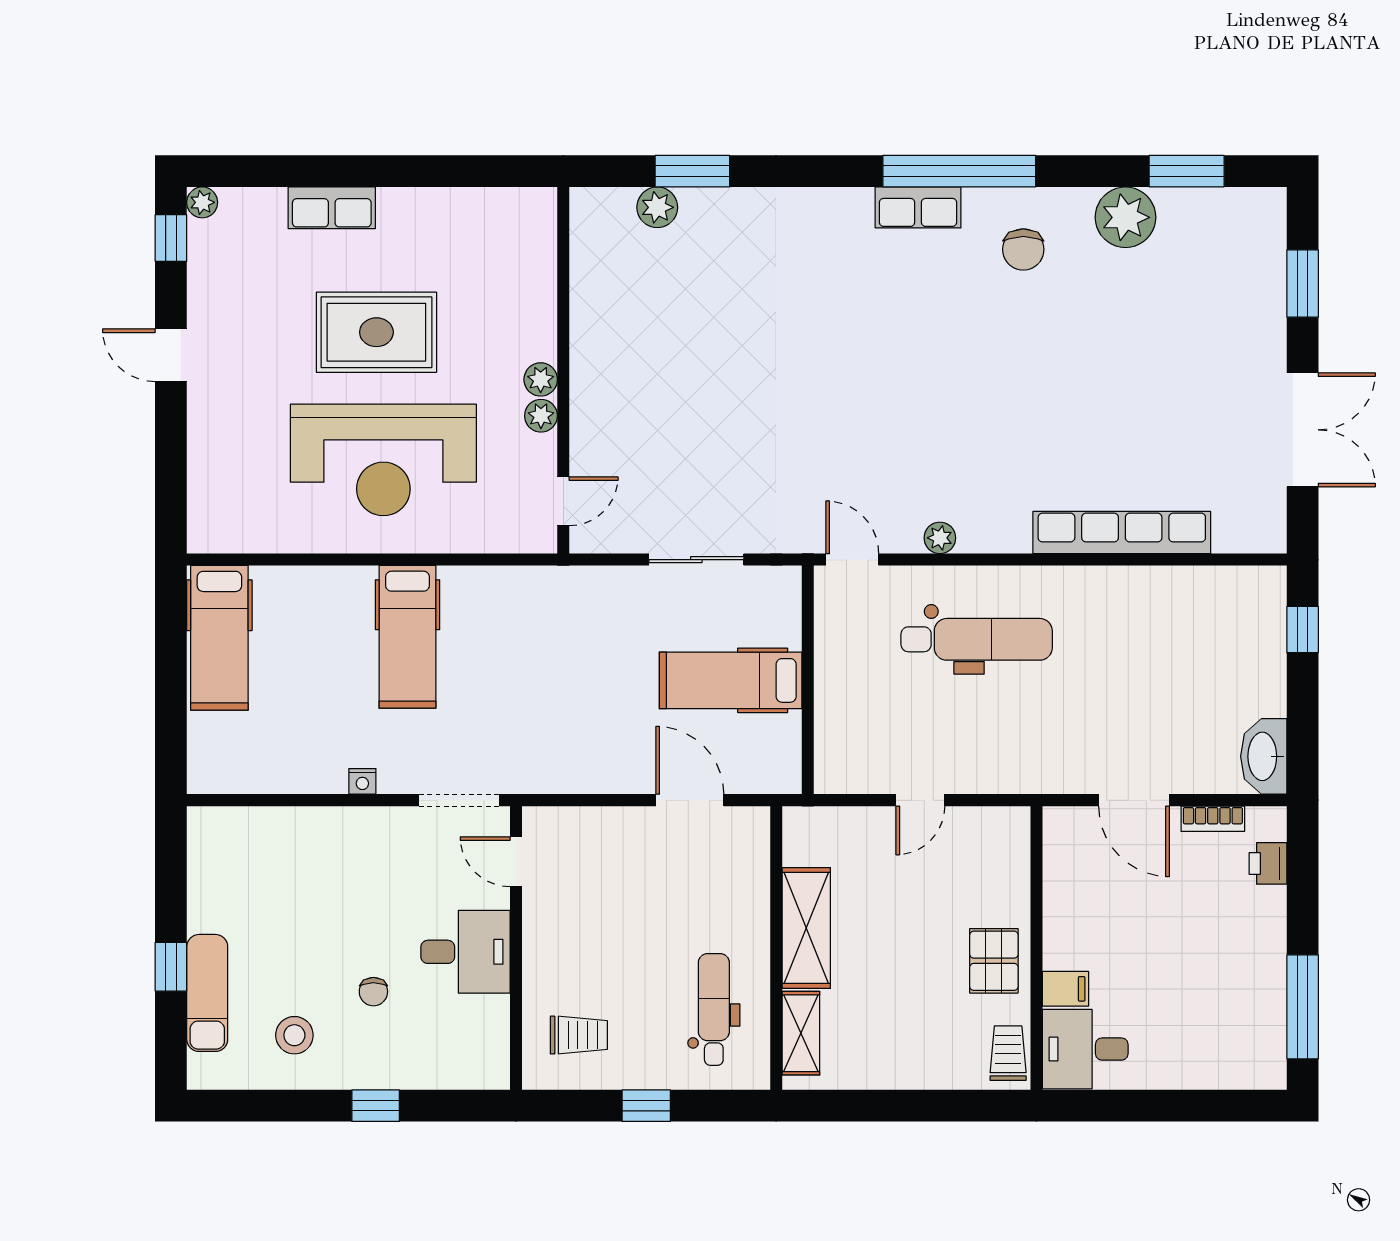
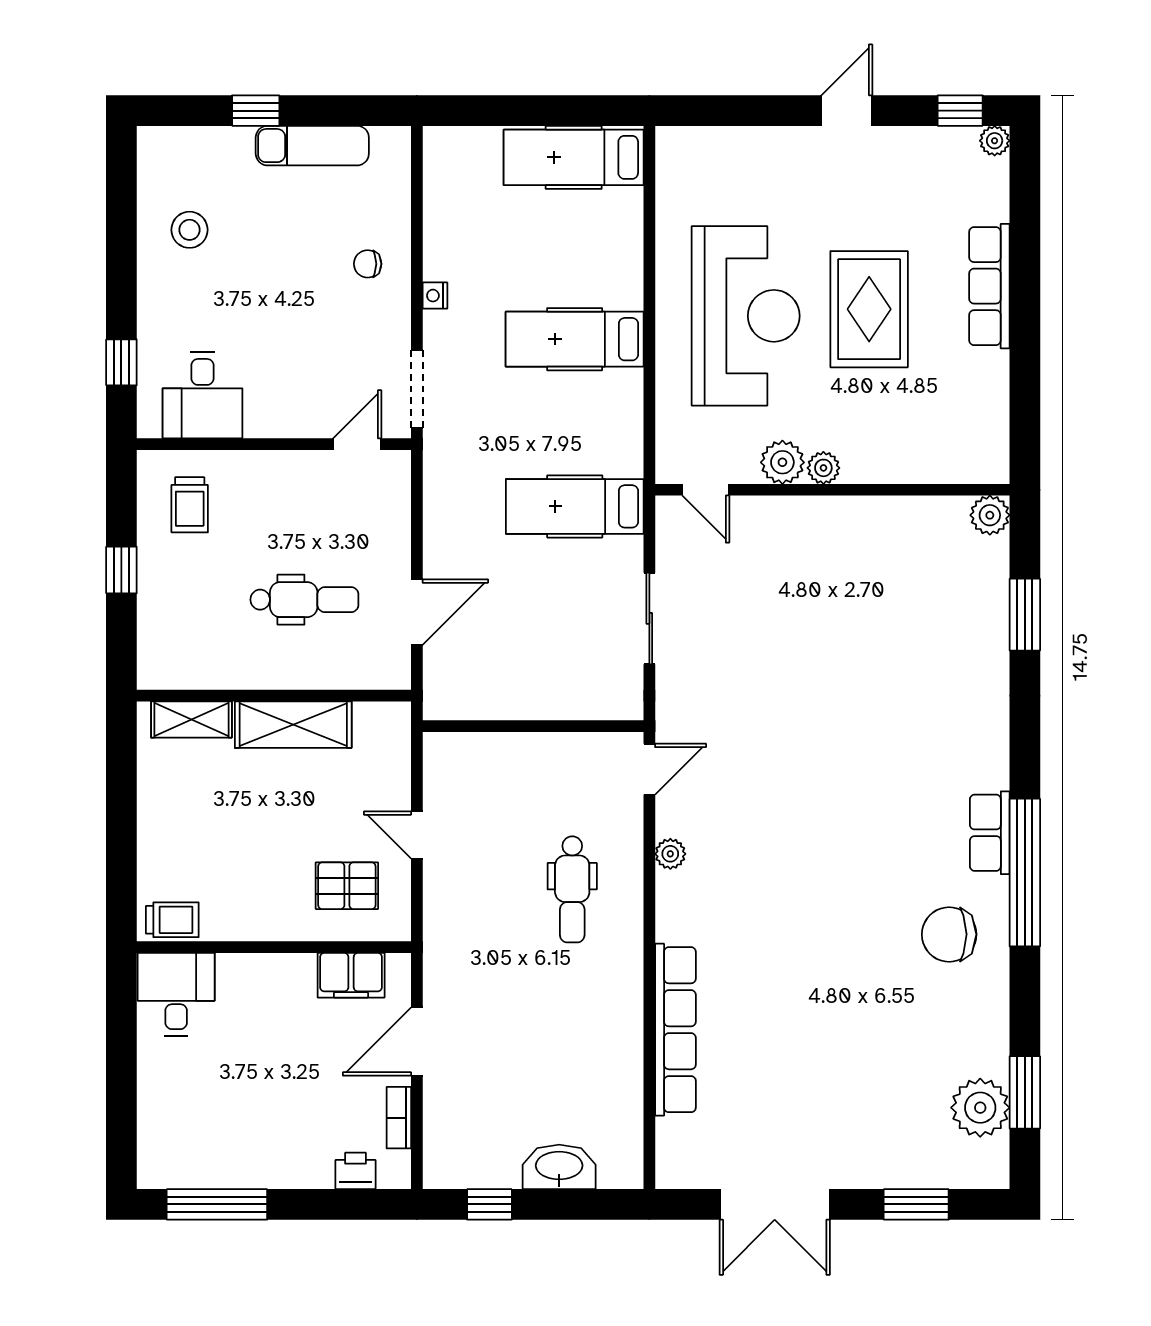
plant: (657, 207) -> (990, 515), moved
row of seats: (332, 208) -> (989, 286), width x1.48
plant: (1125, 217) -> (980, 1108), moved
chair: (1023, 249) -> (949, 934), width x1.37, depth x1.37
plant: (541, 416) -> (782, 462), width x1.38, depth x1.38
reception desk: (383, 460) -> (746, 316), turned 180
window: (1303, 630) -> (489, 1204), moved
dental chair: (977, 639) -> (572, 889), width x0.73, depth x0.72
hospital bed: (731, 680) -> (575, 506), moved, turned -90
washbasin: (1264, 756) -> (559, 1167), moved
desk: (465, 952) -> (203, 395), moved
pallet: (994, 961) -> (347, 886), moved
filing cabinet: (1065, 989) -> (351, 975), moved, width x2.00
chair: (373, 992) -> (368, 264), moved
exam couch: (207, 993) -> (312, 146), moved
dental chair: (714, 1009) -> (304, 600), moved
window: (376, 1106) -> (121, 362), moved

